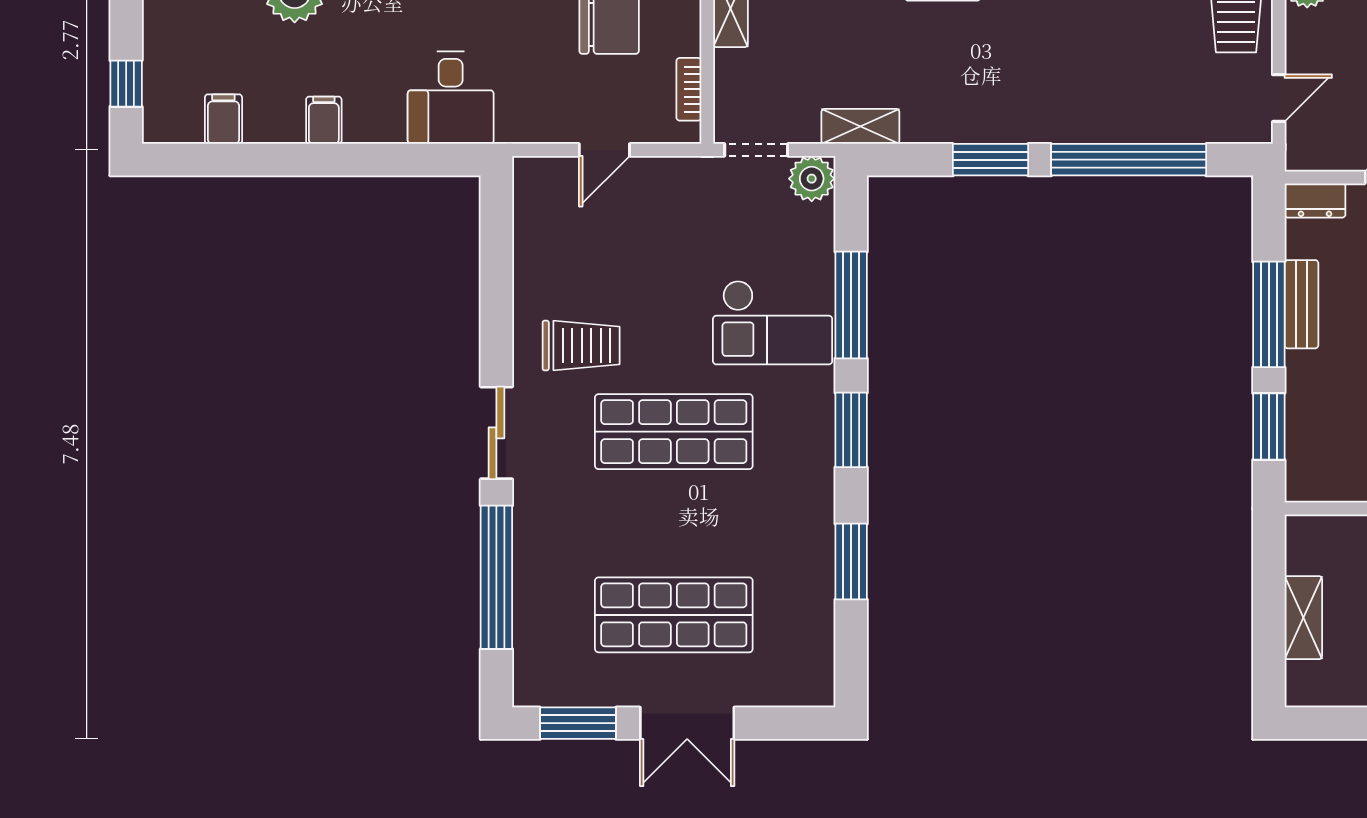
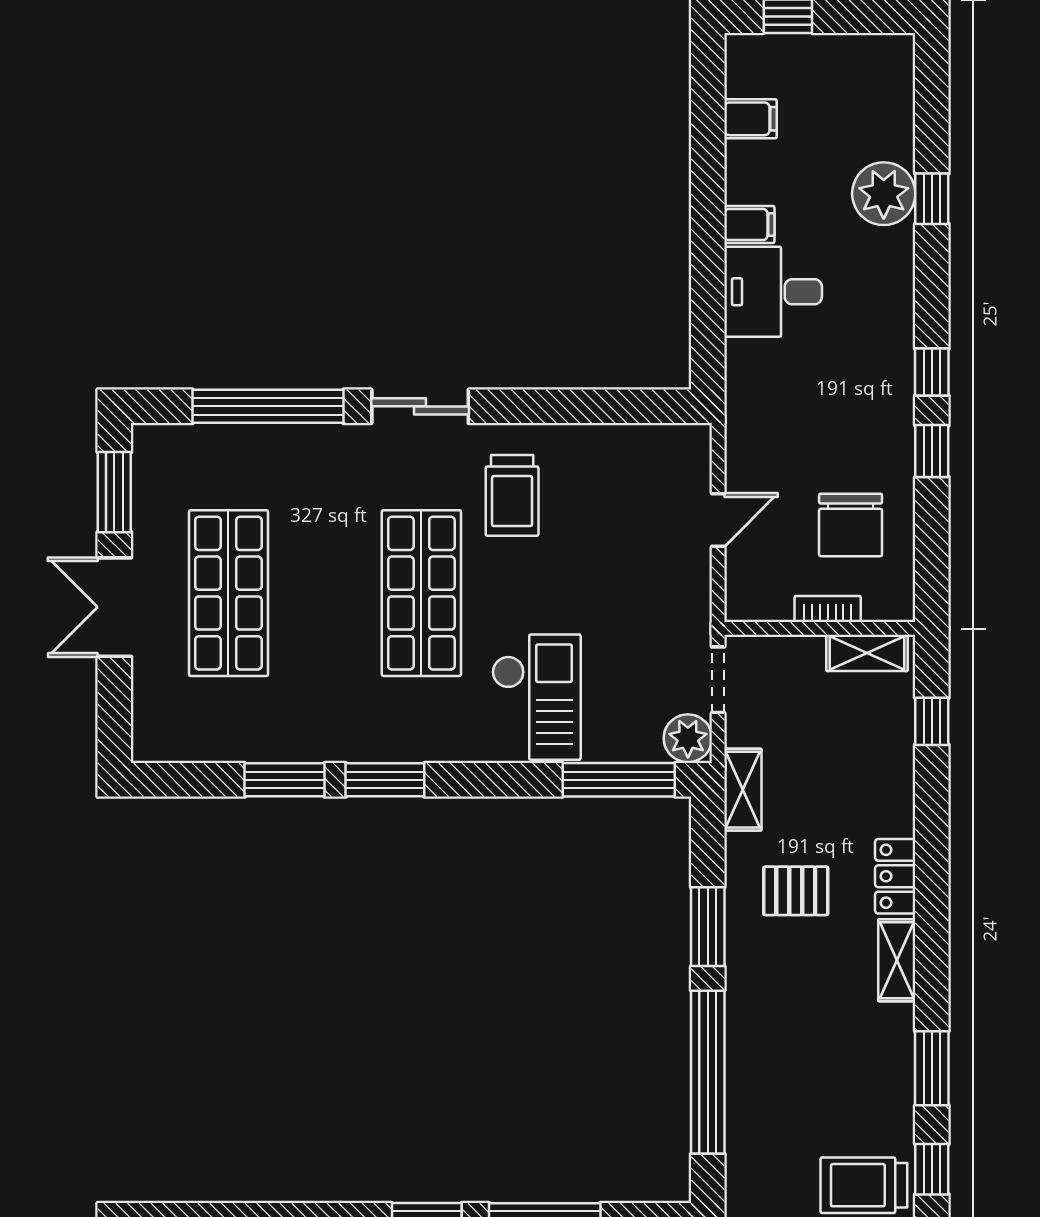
pallet: (957, 76) -> (796, 891), added
bookcase: (689, 89) -> (828, 609), moved
desk: (451, 98) -> (773, 292), moved
door: (604, 150) -> (718, 520), swing flipped
window: (851, 305) -> (619, 780), moved
checkout: (773, 322) -> (536, 697), turned 180
window: (851, 430) -> (385, 780), moved

